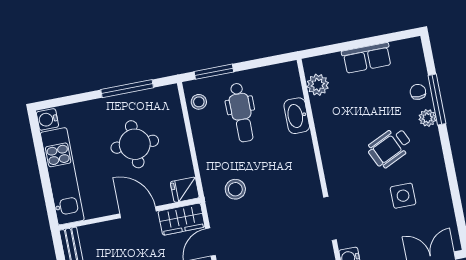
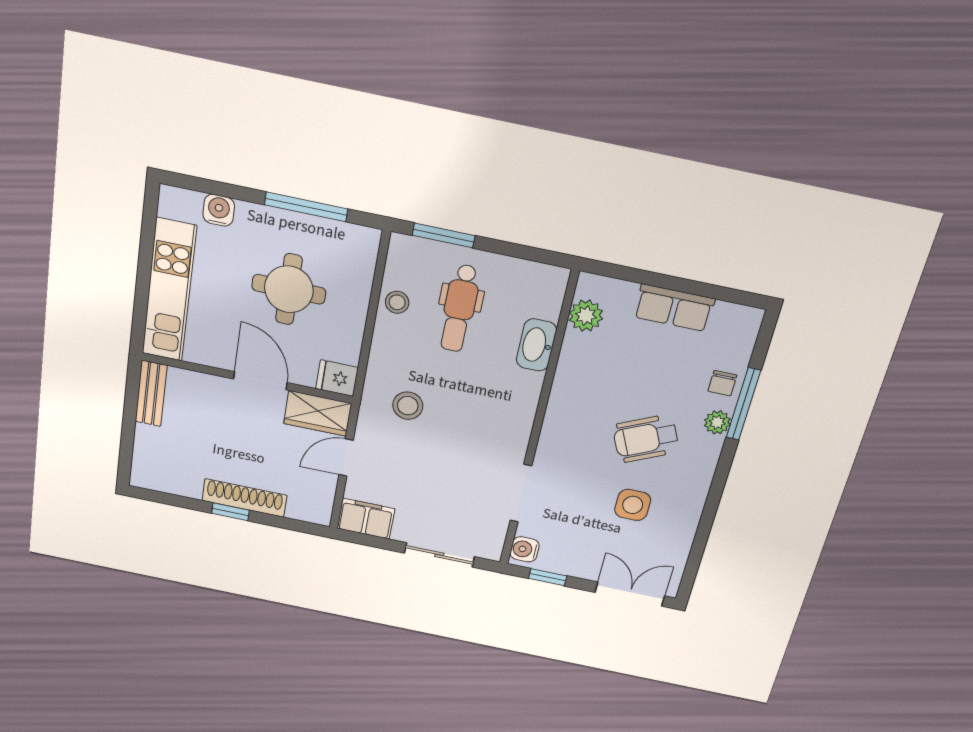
chair: (418, 92) -> (722, 383), turned 180
stool: (199, 102) -> (397, 302), moved
water cooler: (47, 119) -> (219, 210), moved, turned 90

